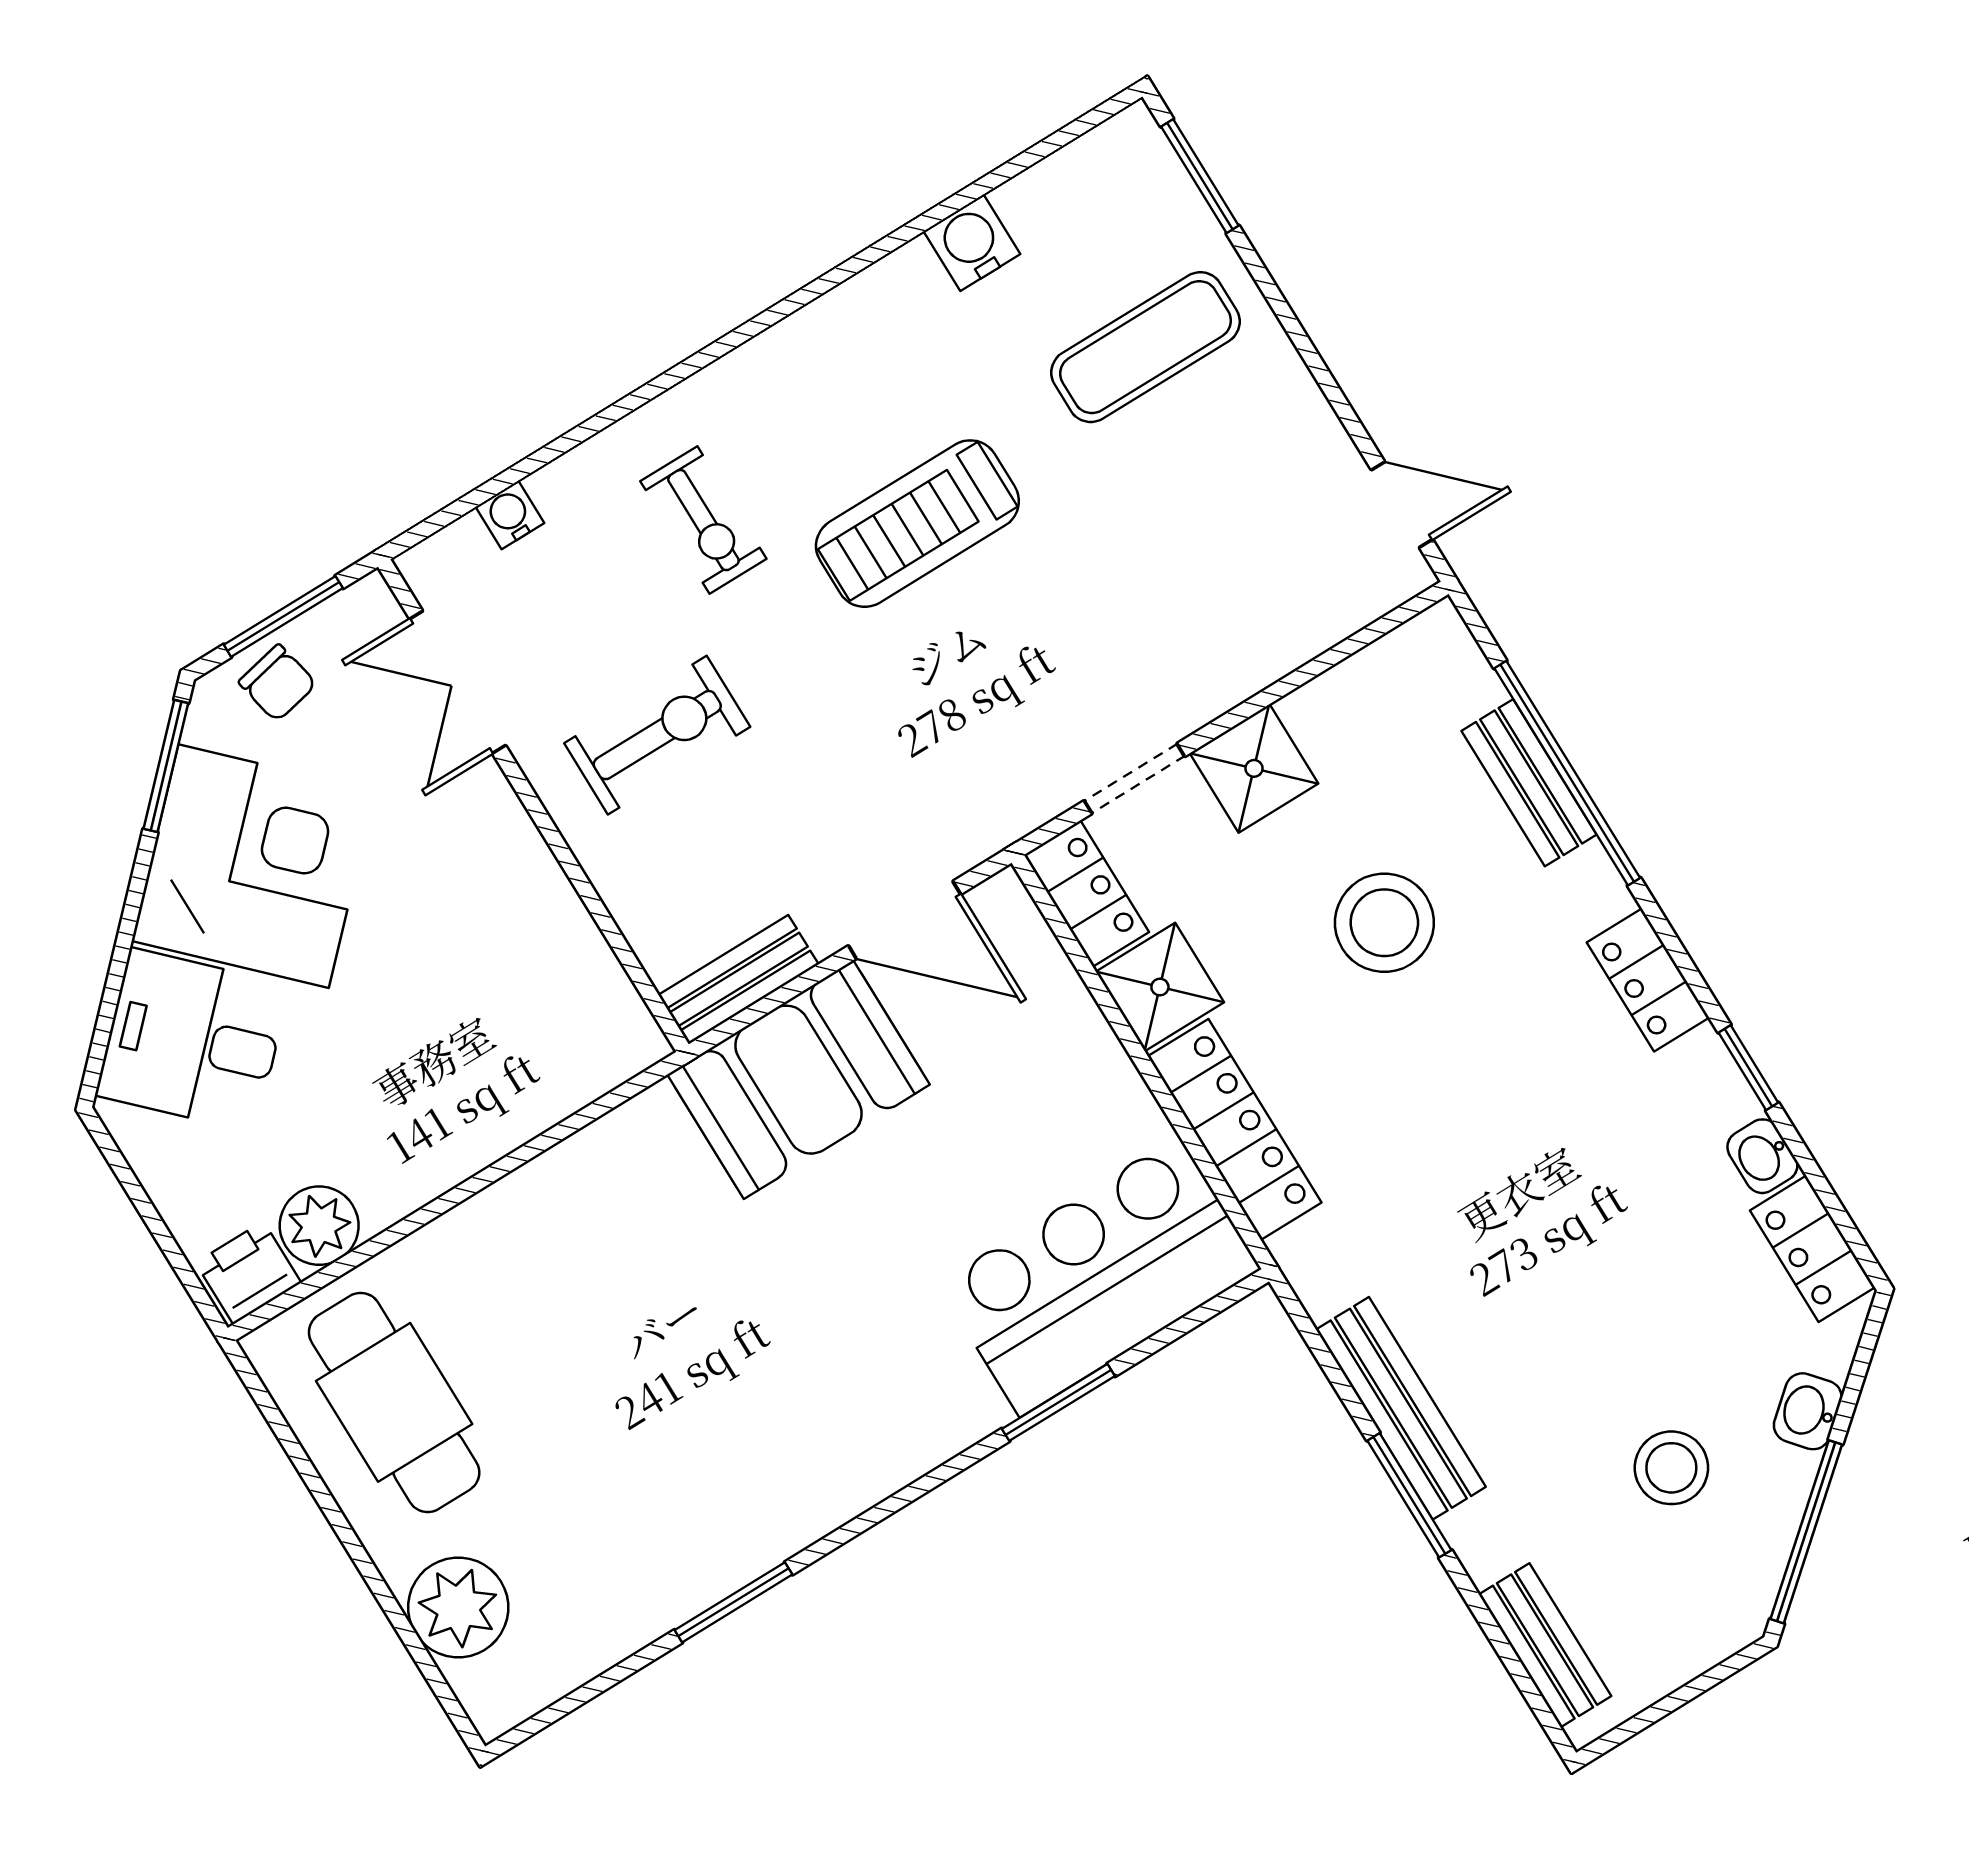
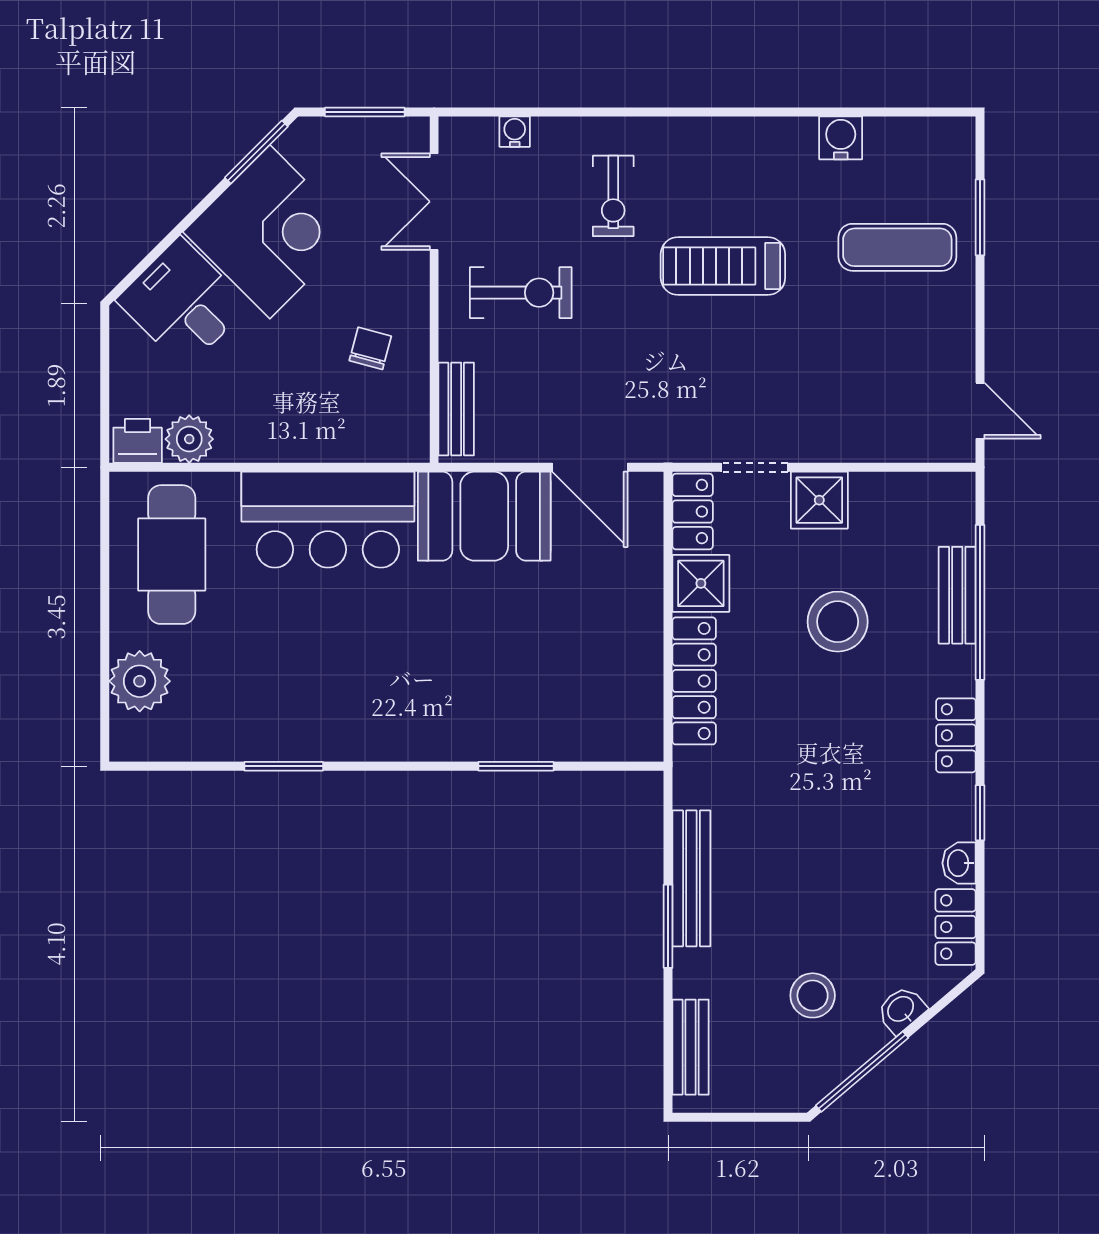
window: (1200, 176) -> (980, 217), moved
chair: (278, 683) -> (370, 348), moved, turned -153
bench: (738, 980) -> (456, 409), moved, turned 90
bar counter: (1099, 1276) -> (328, 520), moved, turned 180

